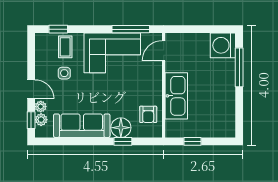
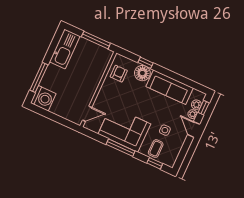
window: (131, 29) -> (121, 148), moved
kitchen sink: (176, 96) -> (65, 49), moved, turned 180
window: (193, 141) -> (96, 40), width x2.17

